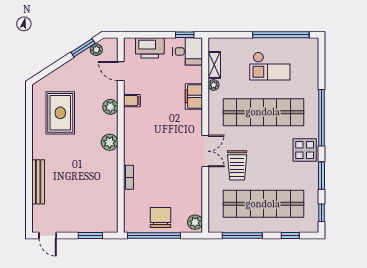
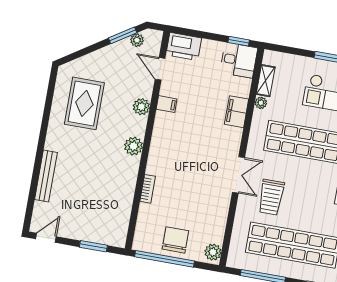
printer: (150, 48) -> (184, 46), moved
door: (48, 236) -> (46, 238), swing flipped

